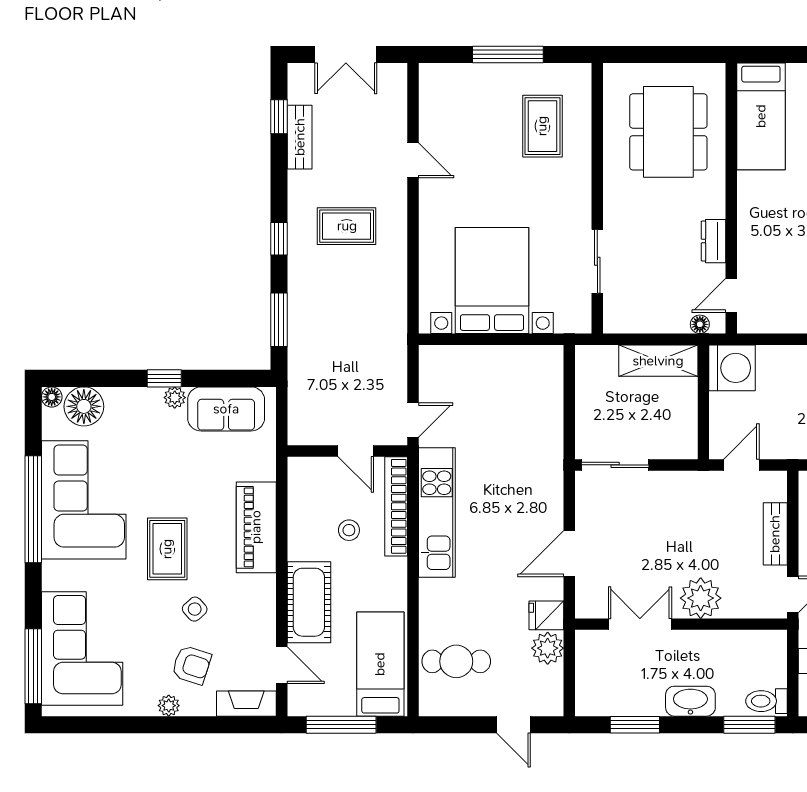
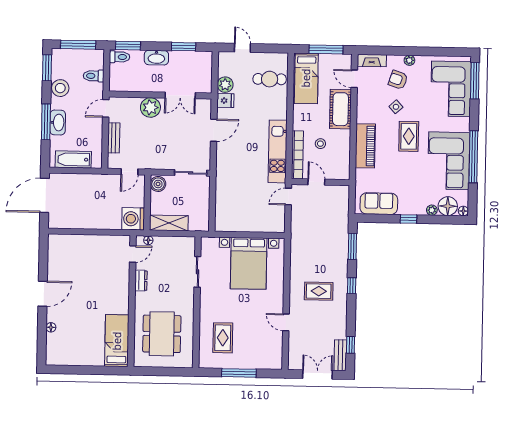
bench: (300, 137) -> (340, 355), moved
plant: (175, 398) -> (432, 210), moved
boiler: (682, 441) -> (158, 184), added

